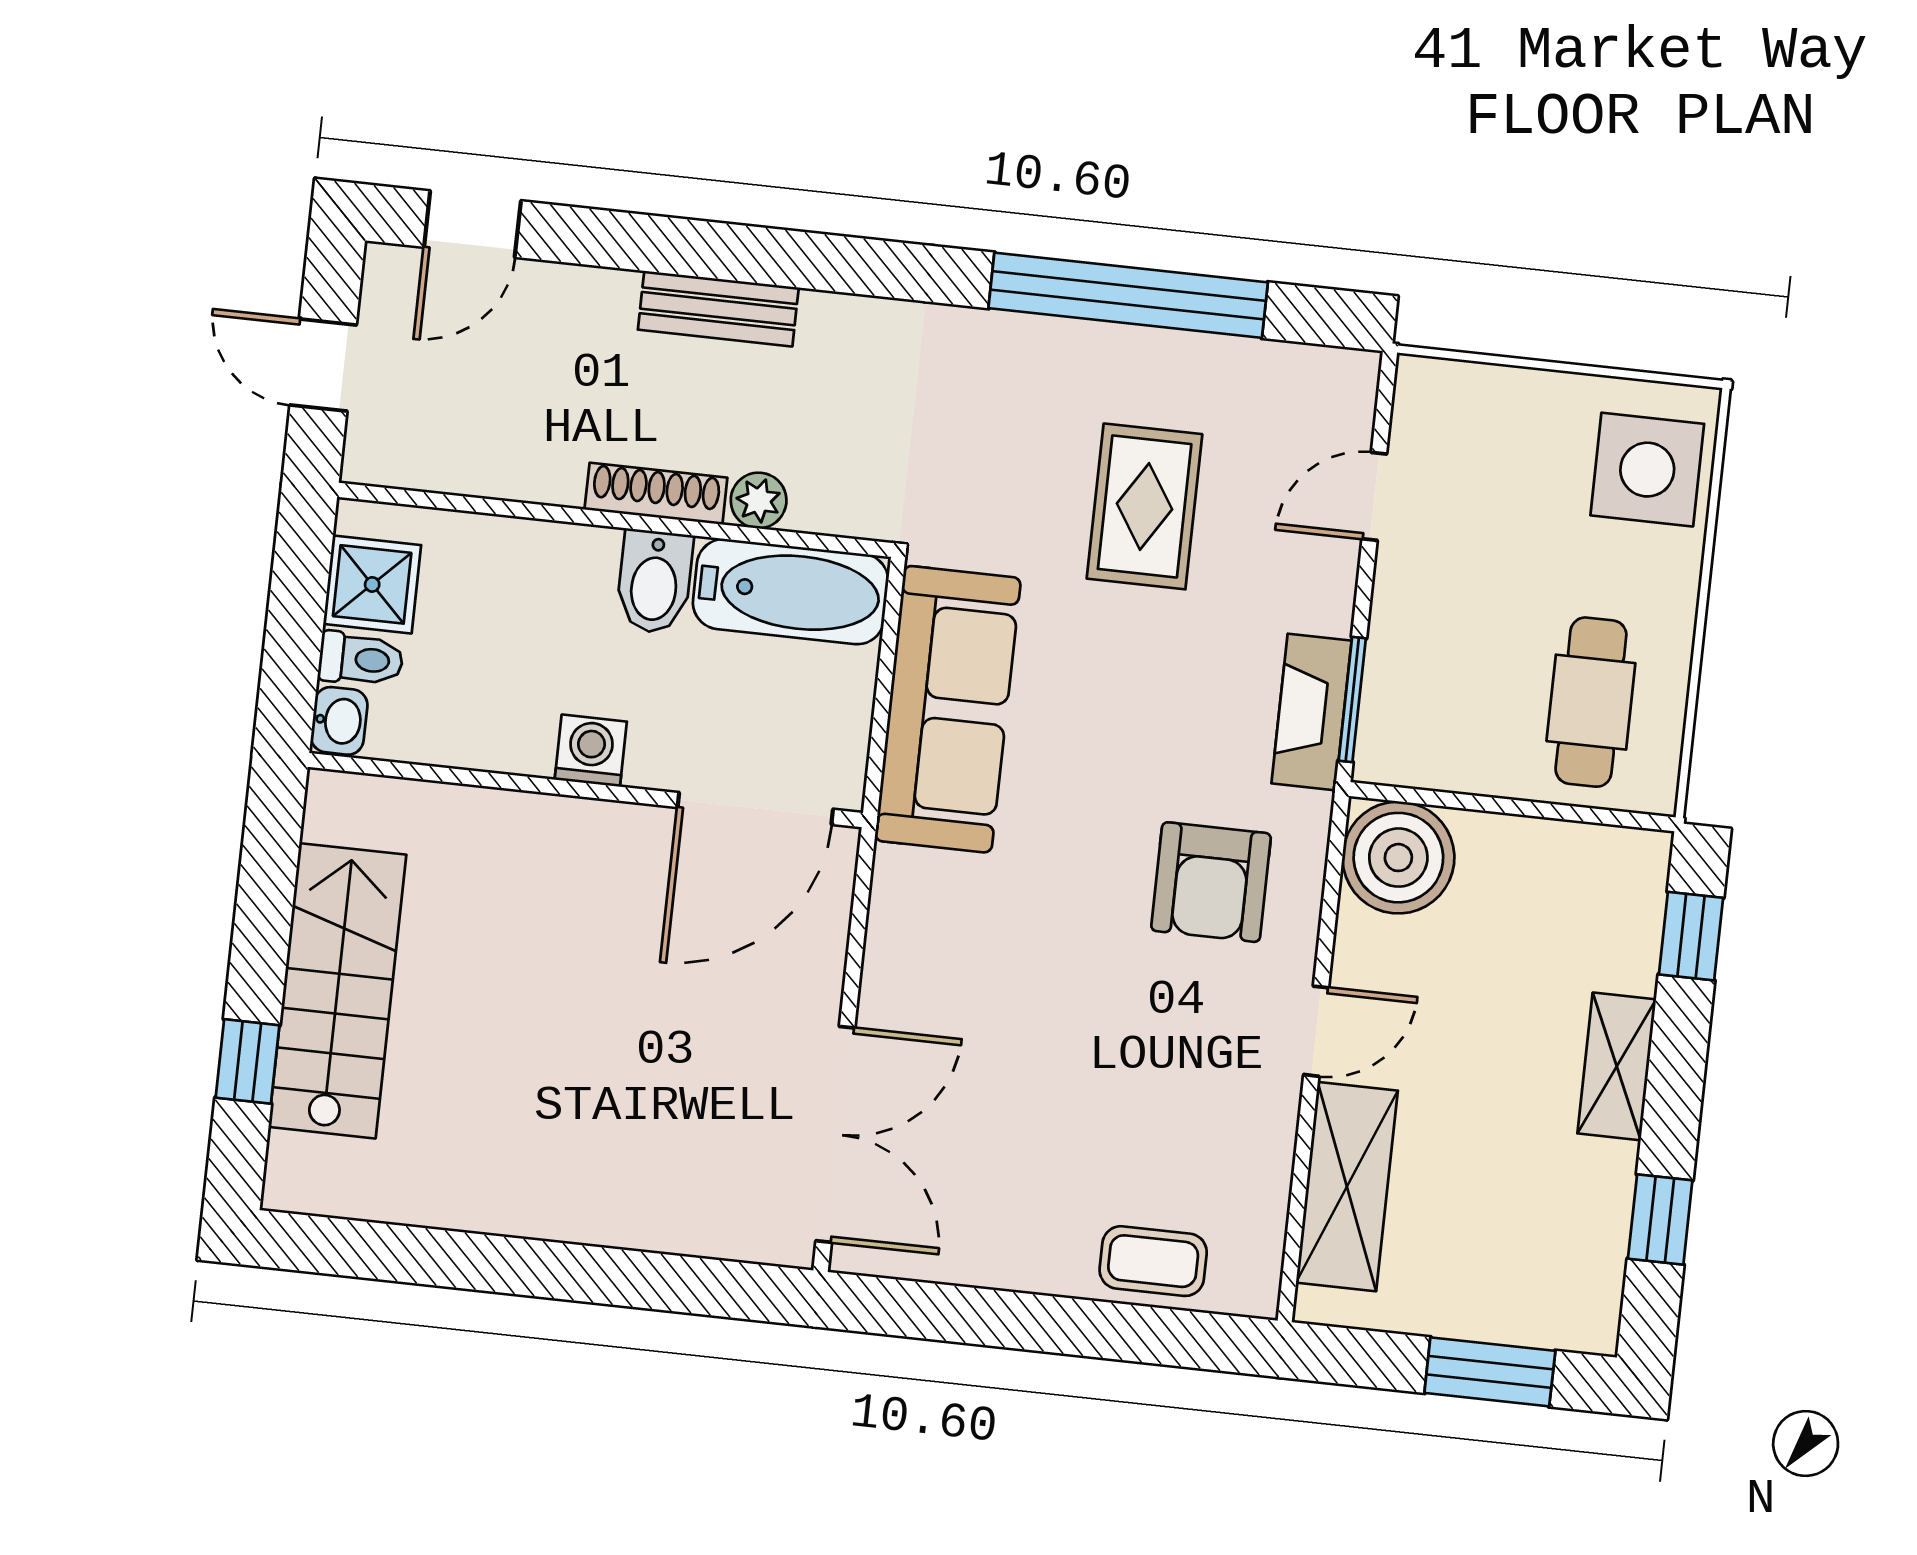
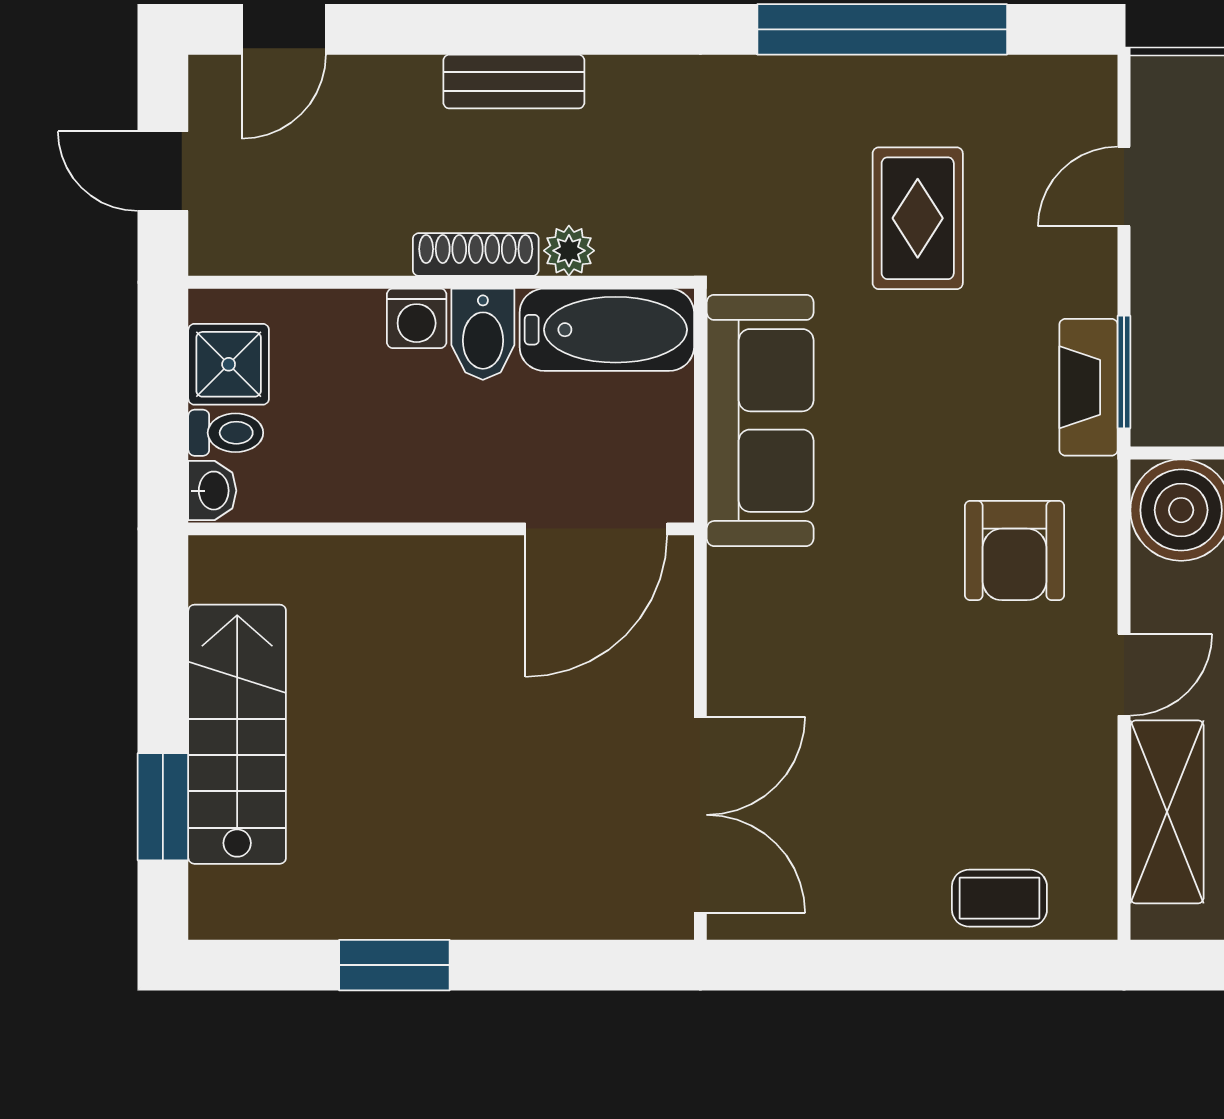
washing machine: (591, 751) -> (417, 318), moved, turned 180
window: (248, 1061) -> (163, 807), width x1.50
window: (482, 1262) -> (394, 965), added

